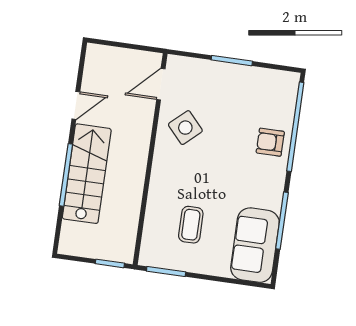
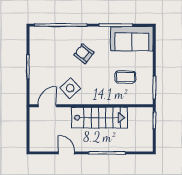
door: (161, 84) -> (47, 106), swing flipped
armchair: (270, 142) -> (84, 54), moved, turned 128
stairs: (87, 174) -> (99, 118), moved, turned 180

